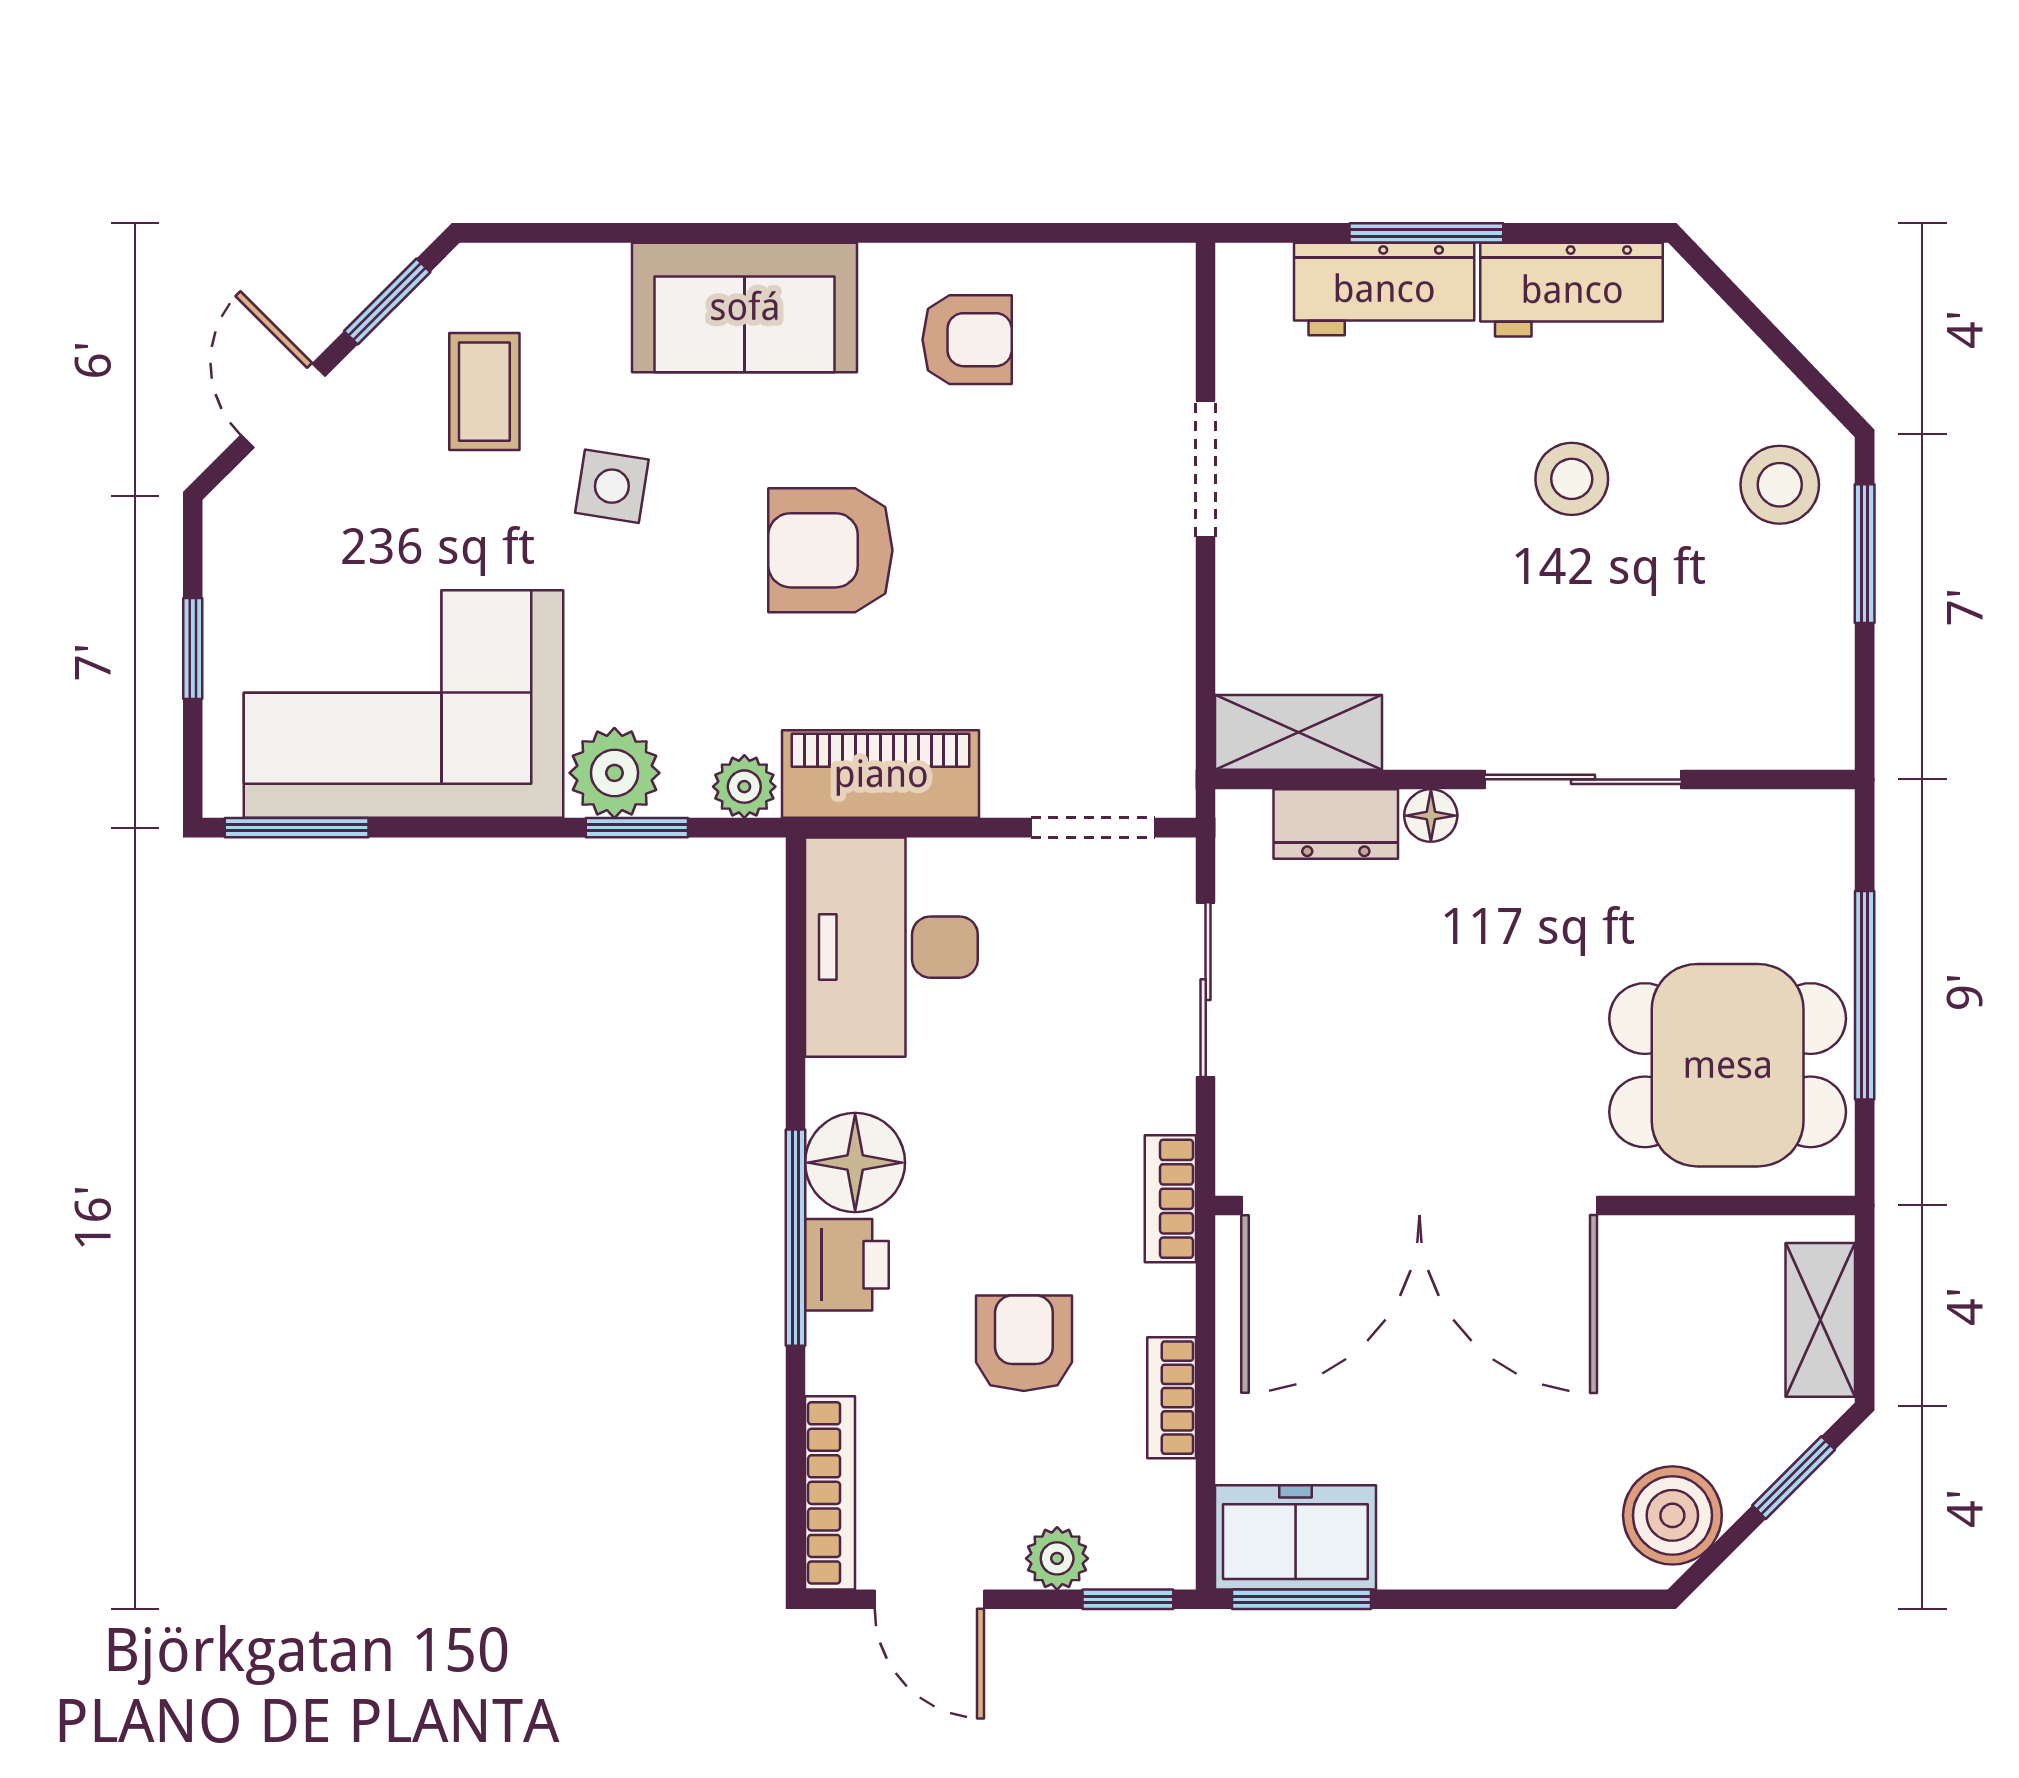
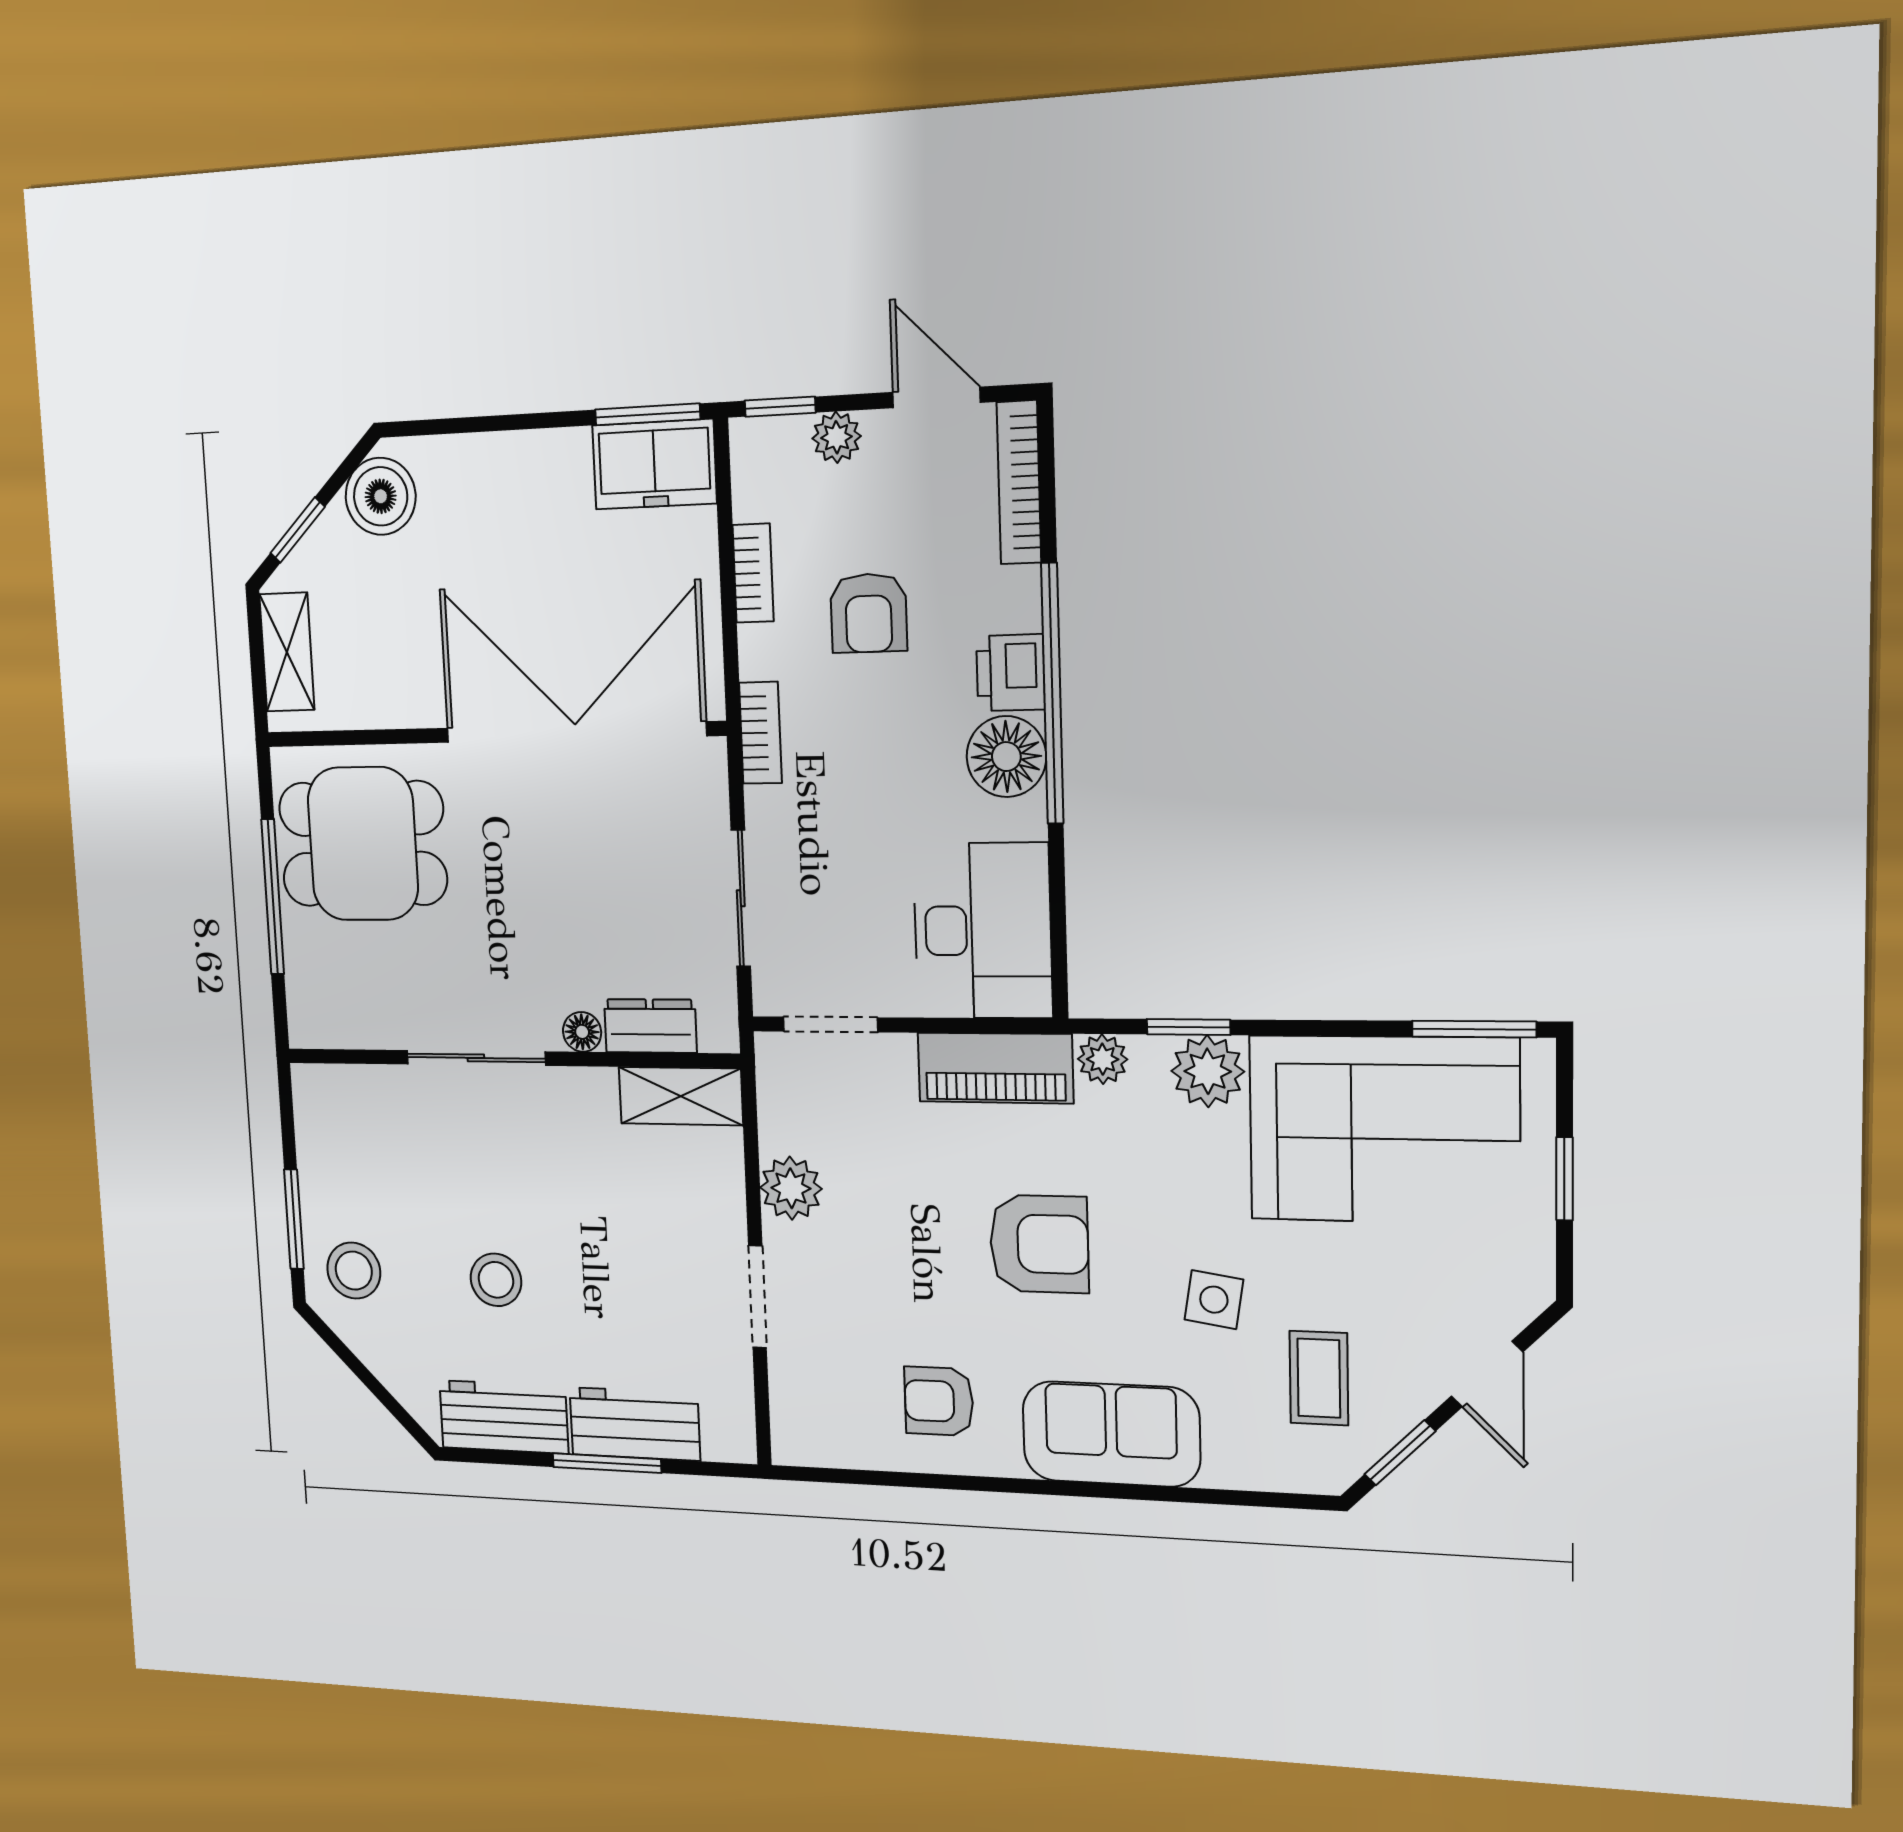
plant: (1154, 614) -> (791, 1188), added
window: (796, 1238) -> (1052, 694), width x1.46

